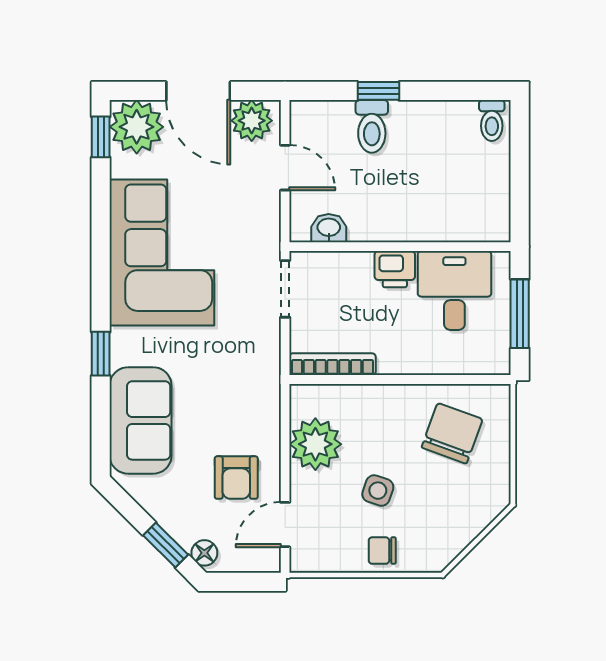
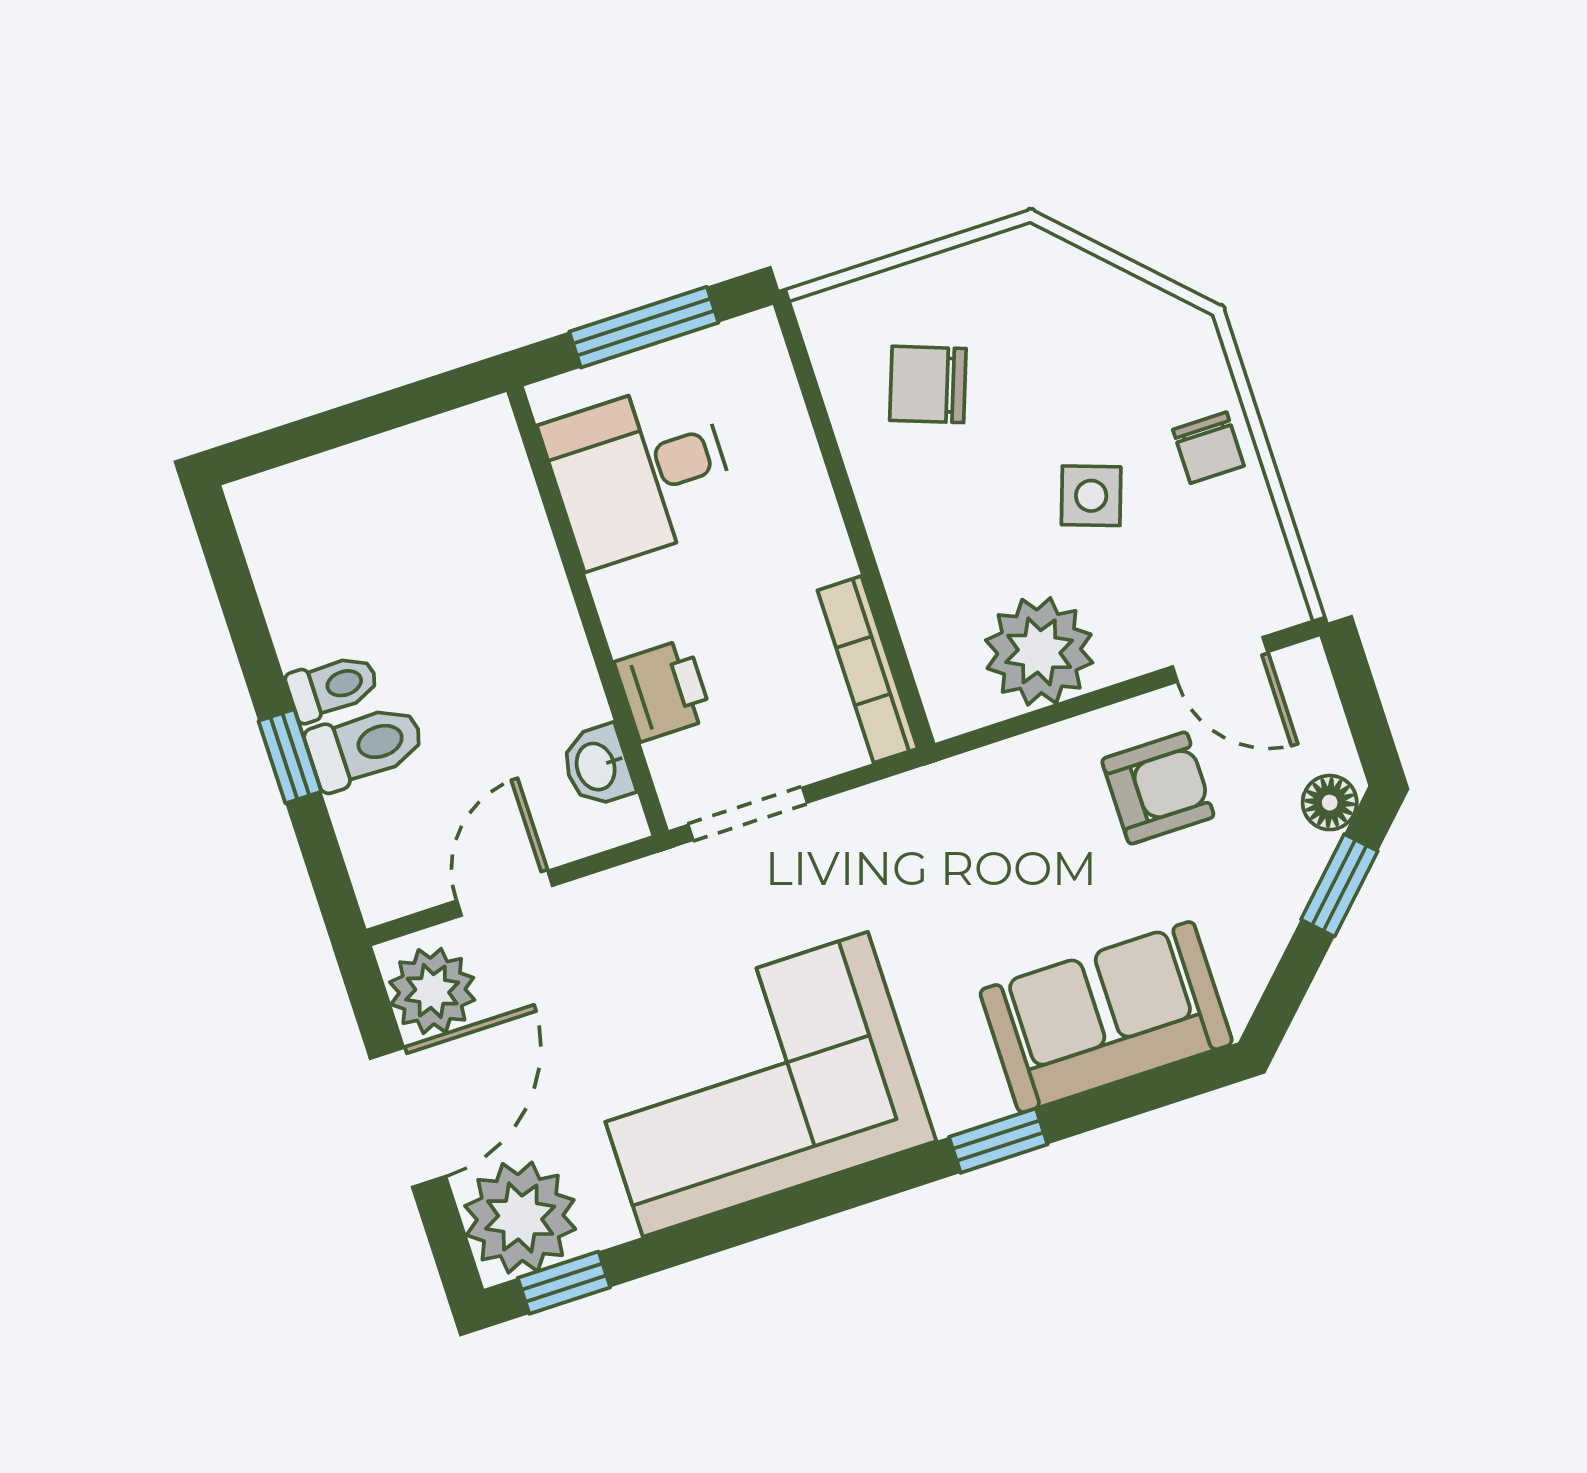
toilet: (492, 121) -> (333, 687), moved
printer: (395, 269) -> (663, 690), moved
chair: (452, 433) -> (928, 384), width x0.73, depth x0.73

